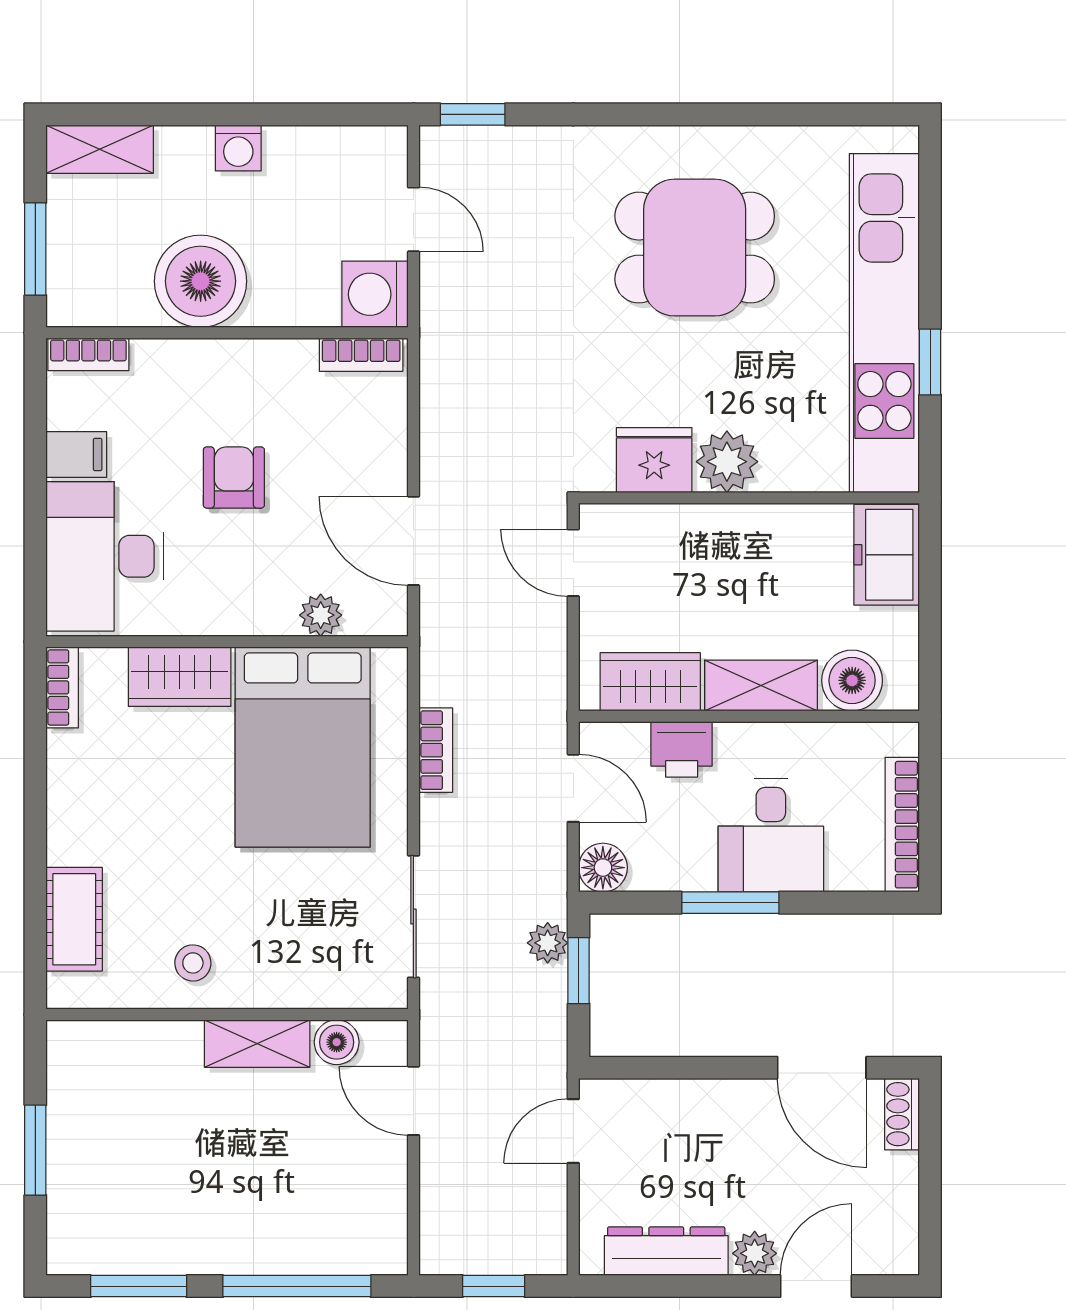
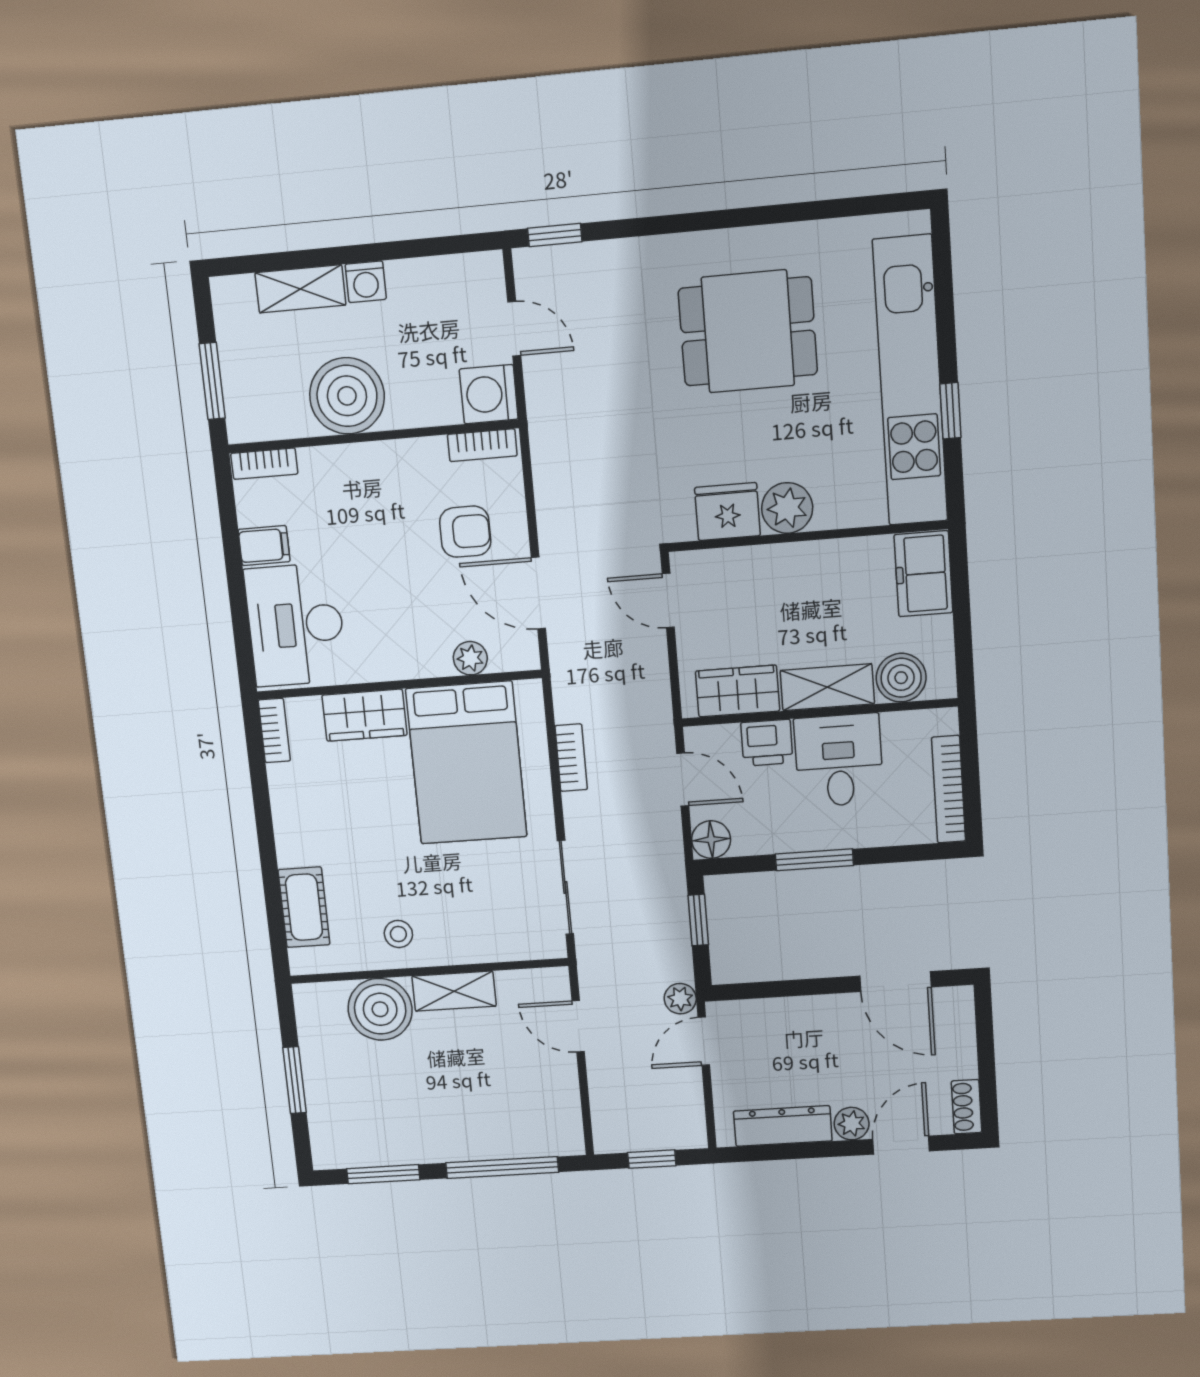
shelving: (100, 149) -> (300, 289), moved
armchair: (234, 478) -> (465, 532), moved, turned 90
desk: (771, 835) -> (839, 760), moved, turned 180
plant: (548, 943) -> (680, 999), moved
boiler: (337, 1042) -> (380, 1009), moved, width x1.86, depth x1.86
shoe rack: (902, 1114) -> (967, 1107), moved

